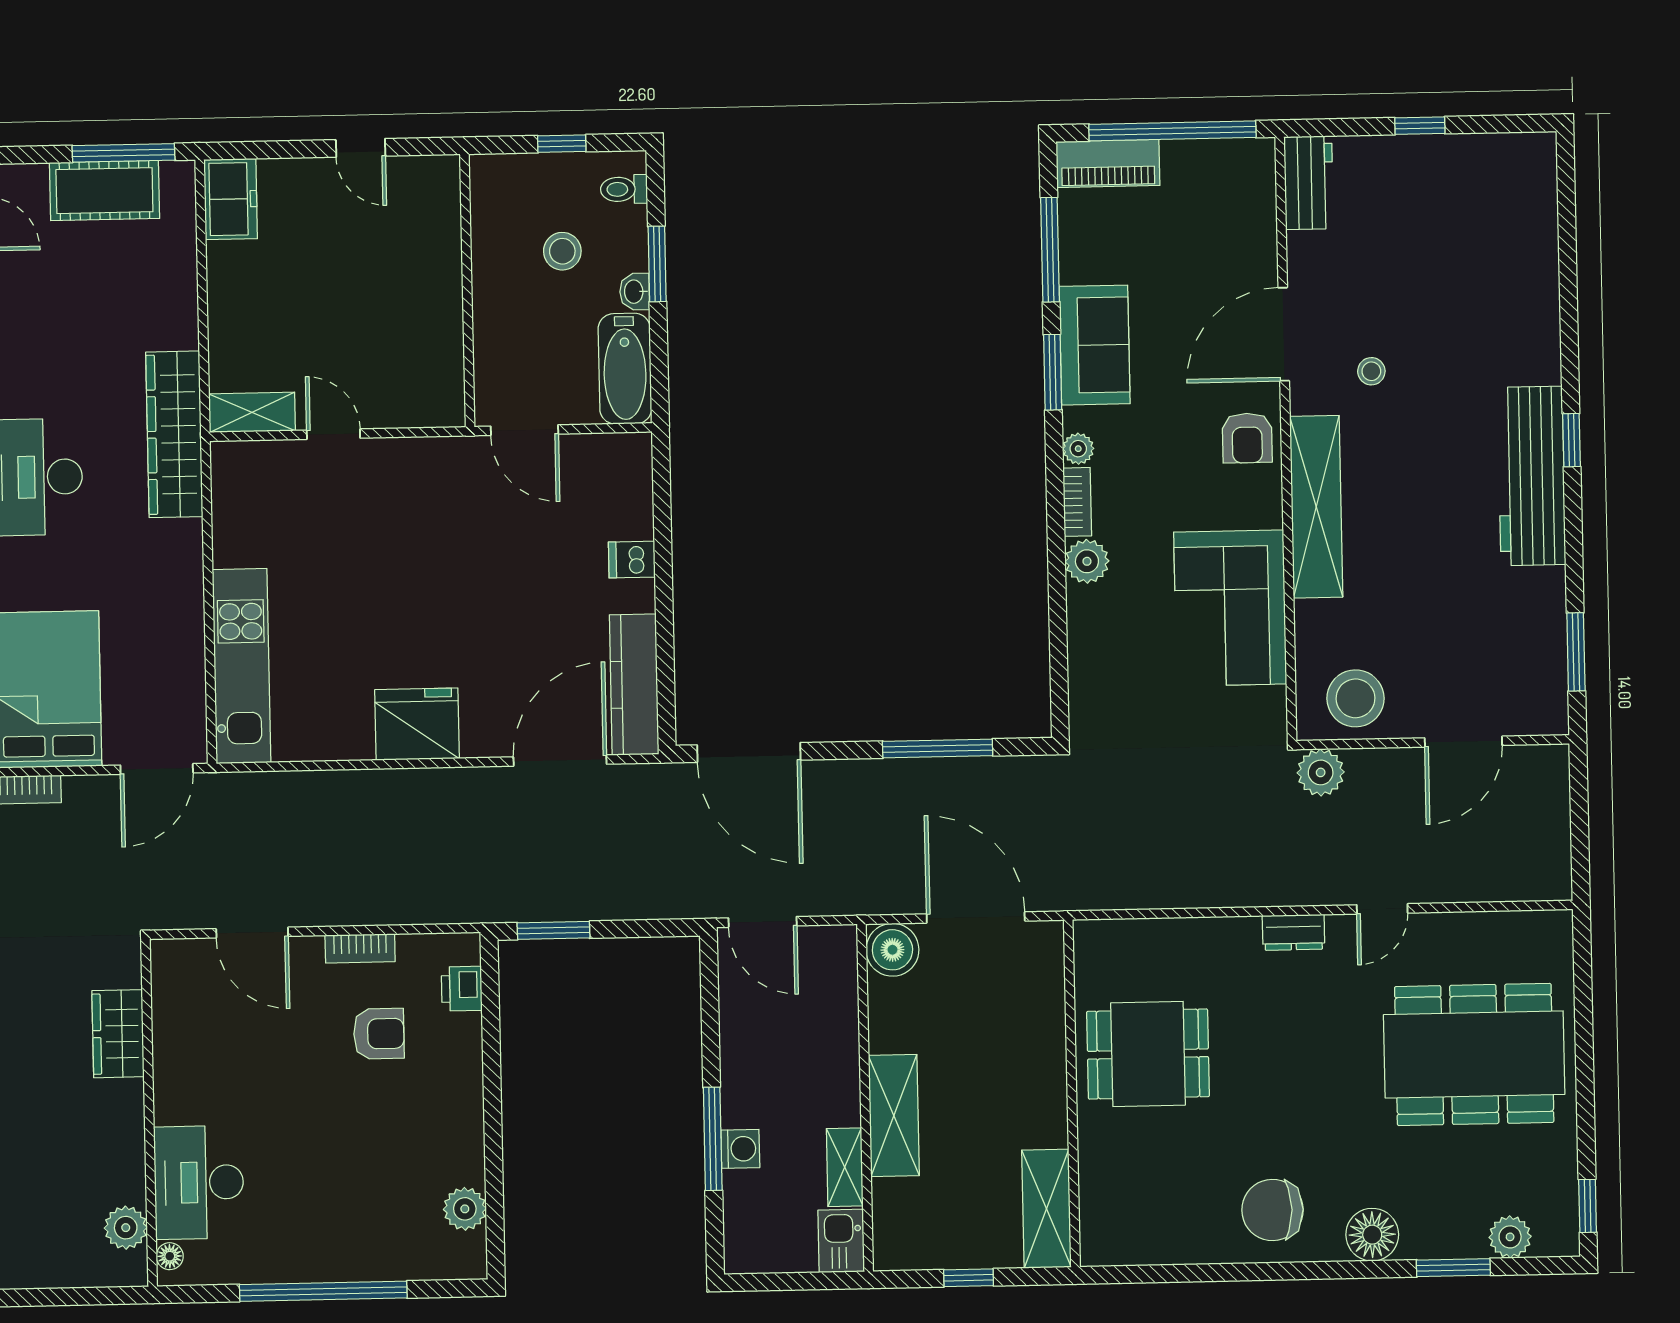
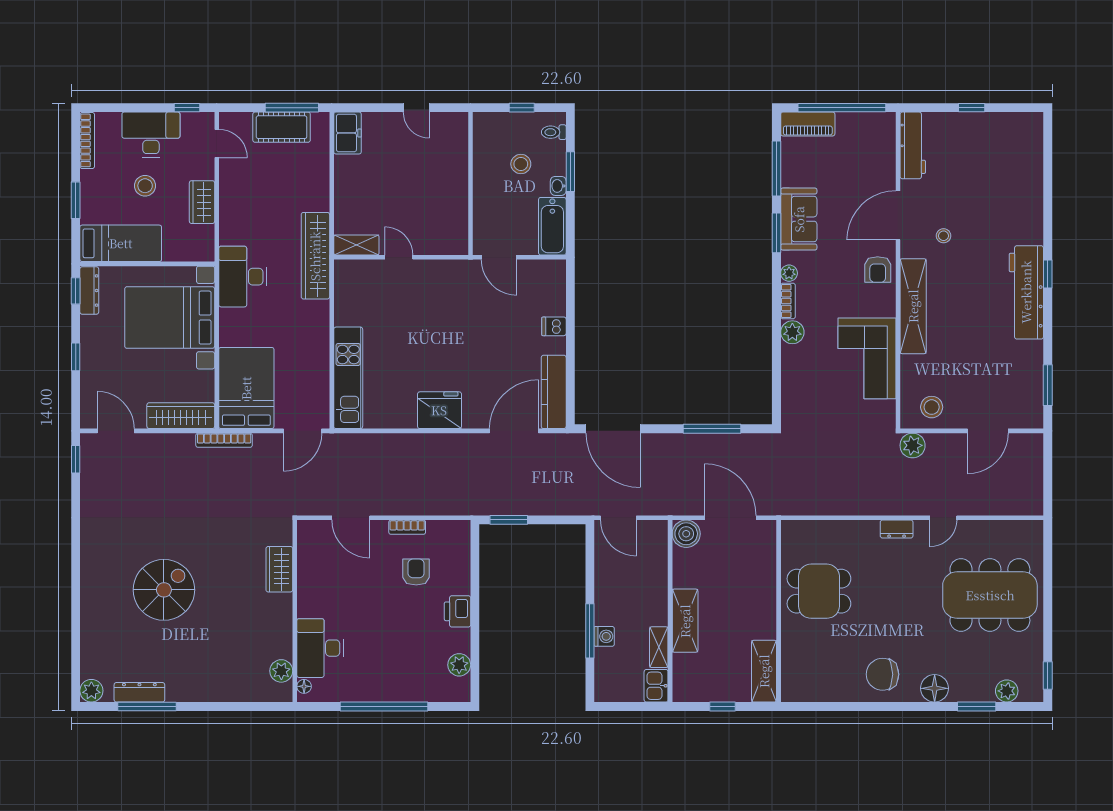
workbench: (1309, 183) -> (913, 145), width x1.38
stool: (1355, 698) -> (932, 407), width x0.73, depth x0.73
printer: (462, 989) -> (457, 611), moved, width x1.36, depth x1.24
armchair: (379, 1034) -> (416, 572), turned -90

